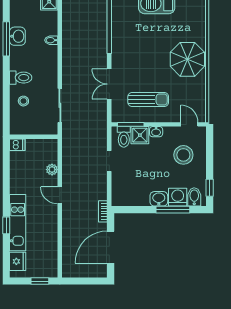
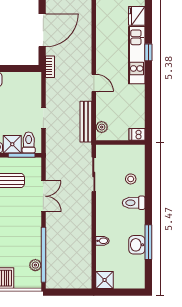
plant: (117, 16) -> (35, 265), added
bench: (68, 157) -> (86, 122), added
plant: (52, 170) -> (102, 127), moved

